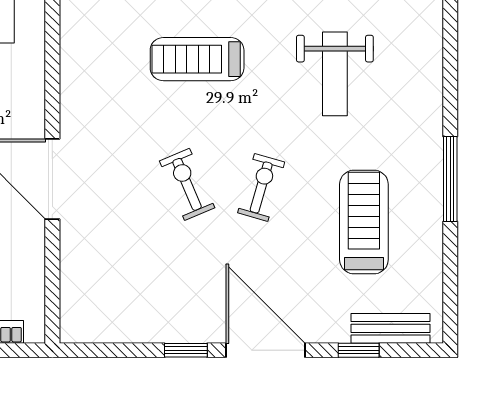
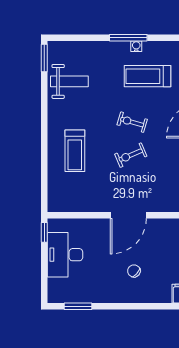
weight bench: (335, 74) -> (69, 81), moved
water cooler: (431, 197) -> (136, 46), added

